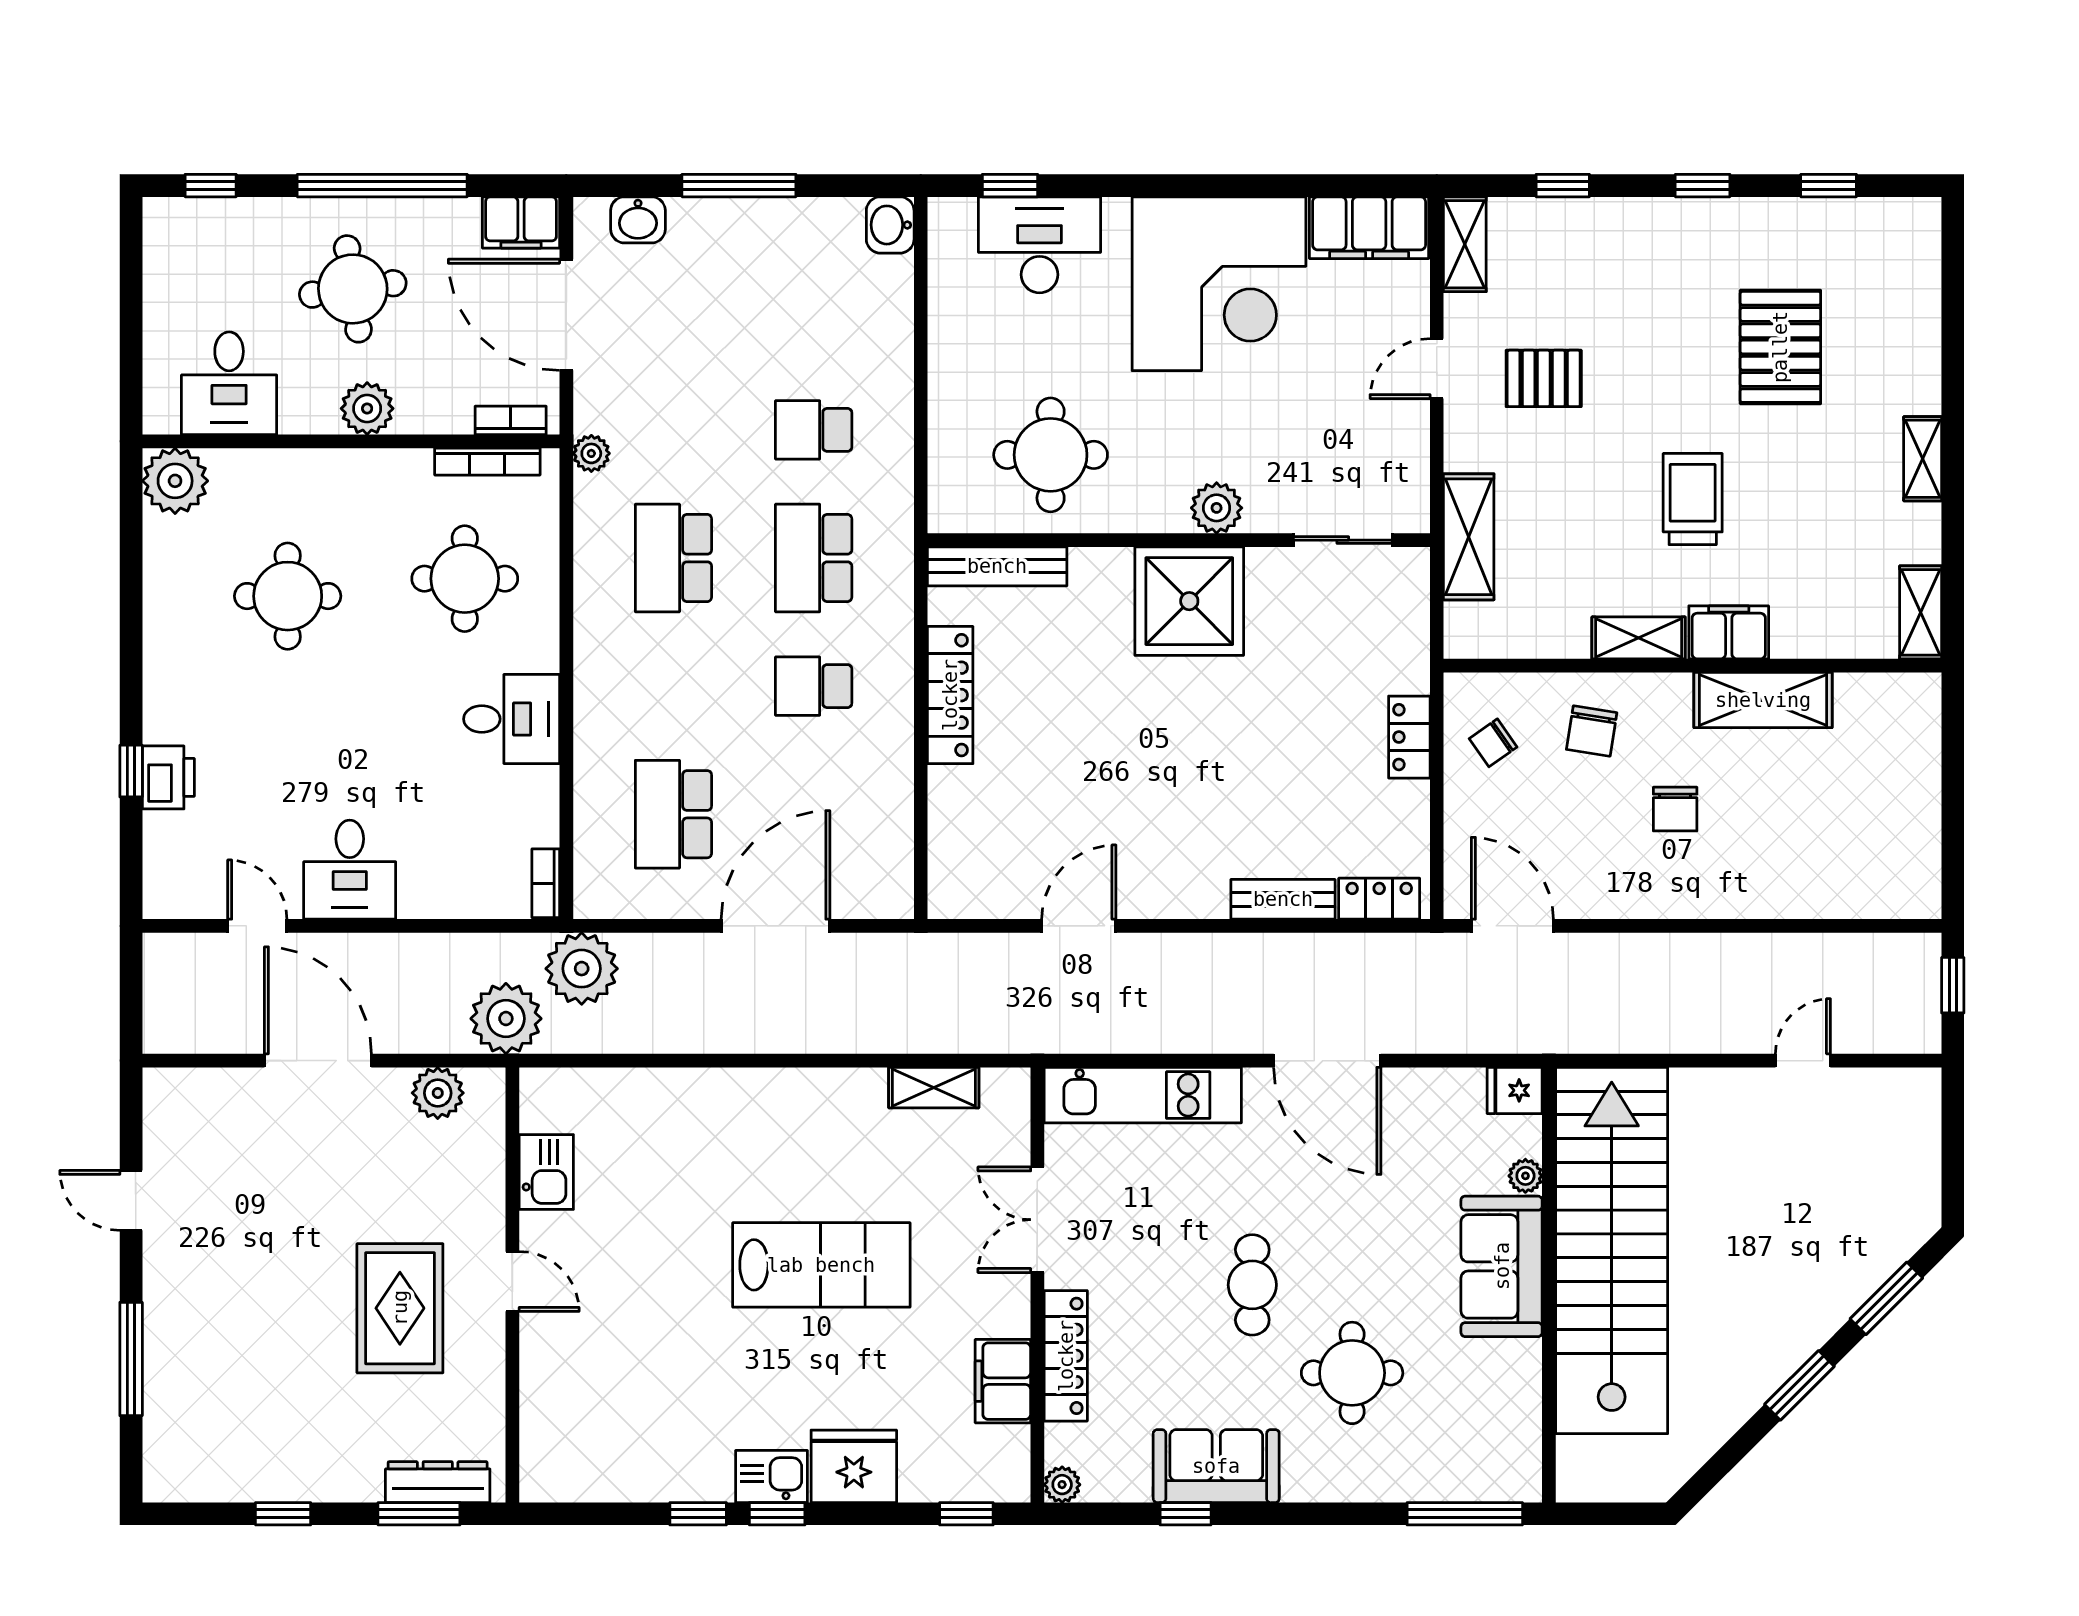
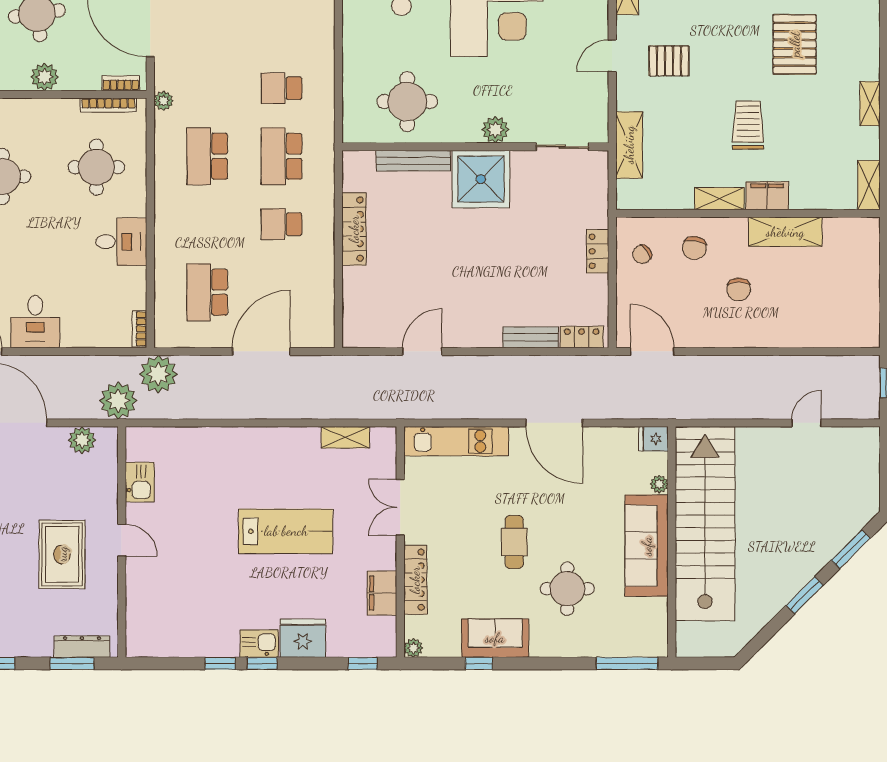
bench: (997, 566) -> (413, 161), moved
sofa: (1502, 1266) -> (647, 546), width x1.36

